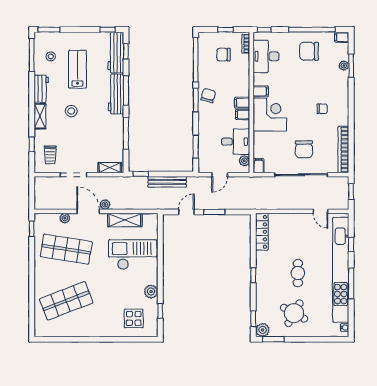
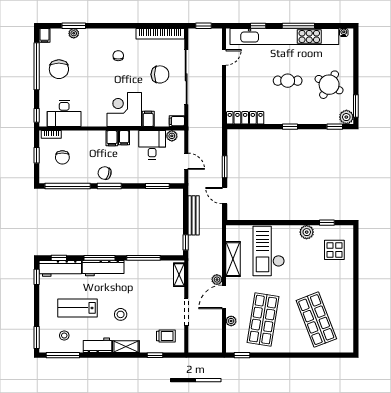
filing cabinet: (261, 91) -> (148, 119), moved

